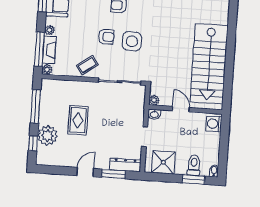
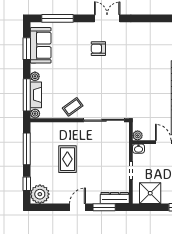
armchair: (106, 37) -> (89, 79), removed
side table: (132, 41) -> (113, 82), removed
plant: (48, 136) -> (40, 194), moved

